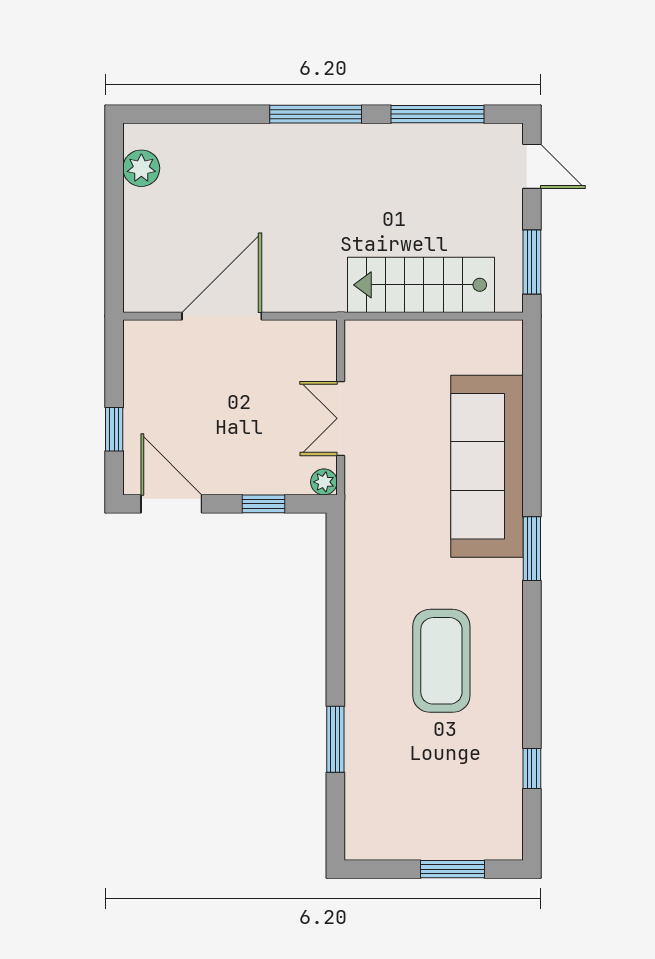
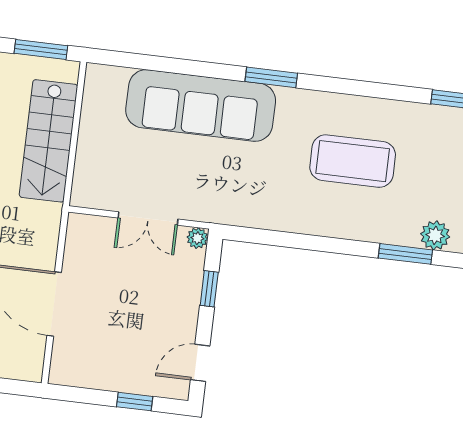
door: (171, 504) -> (200, 363), width x0.73
plant: (362, 773) -> (435, 235), added

